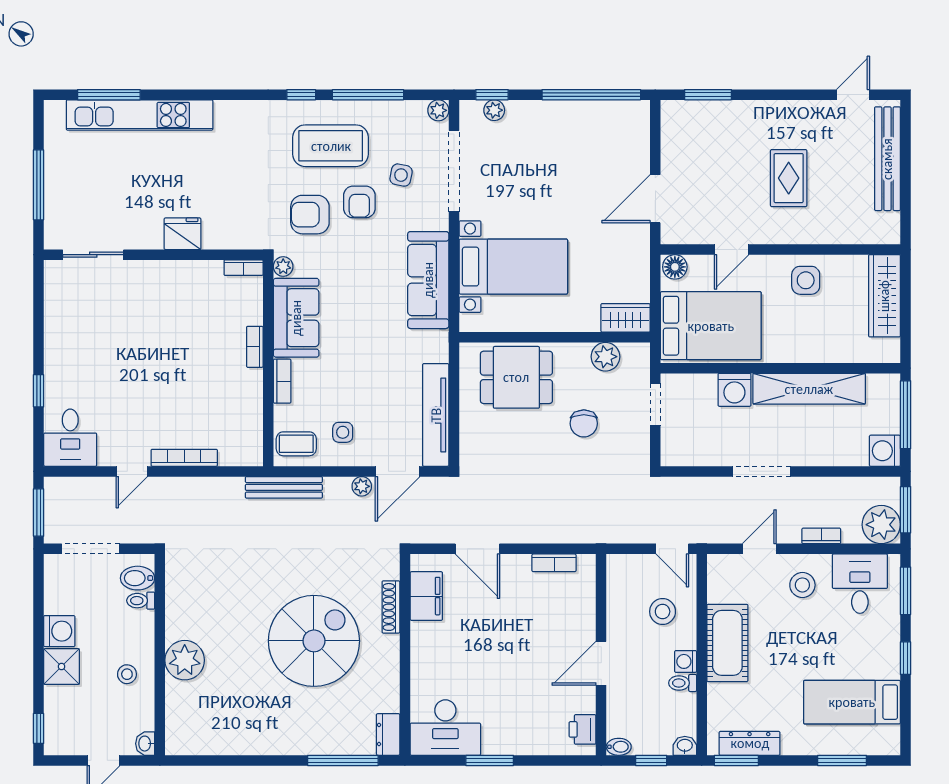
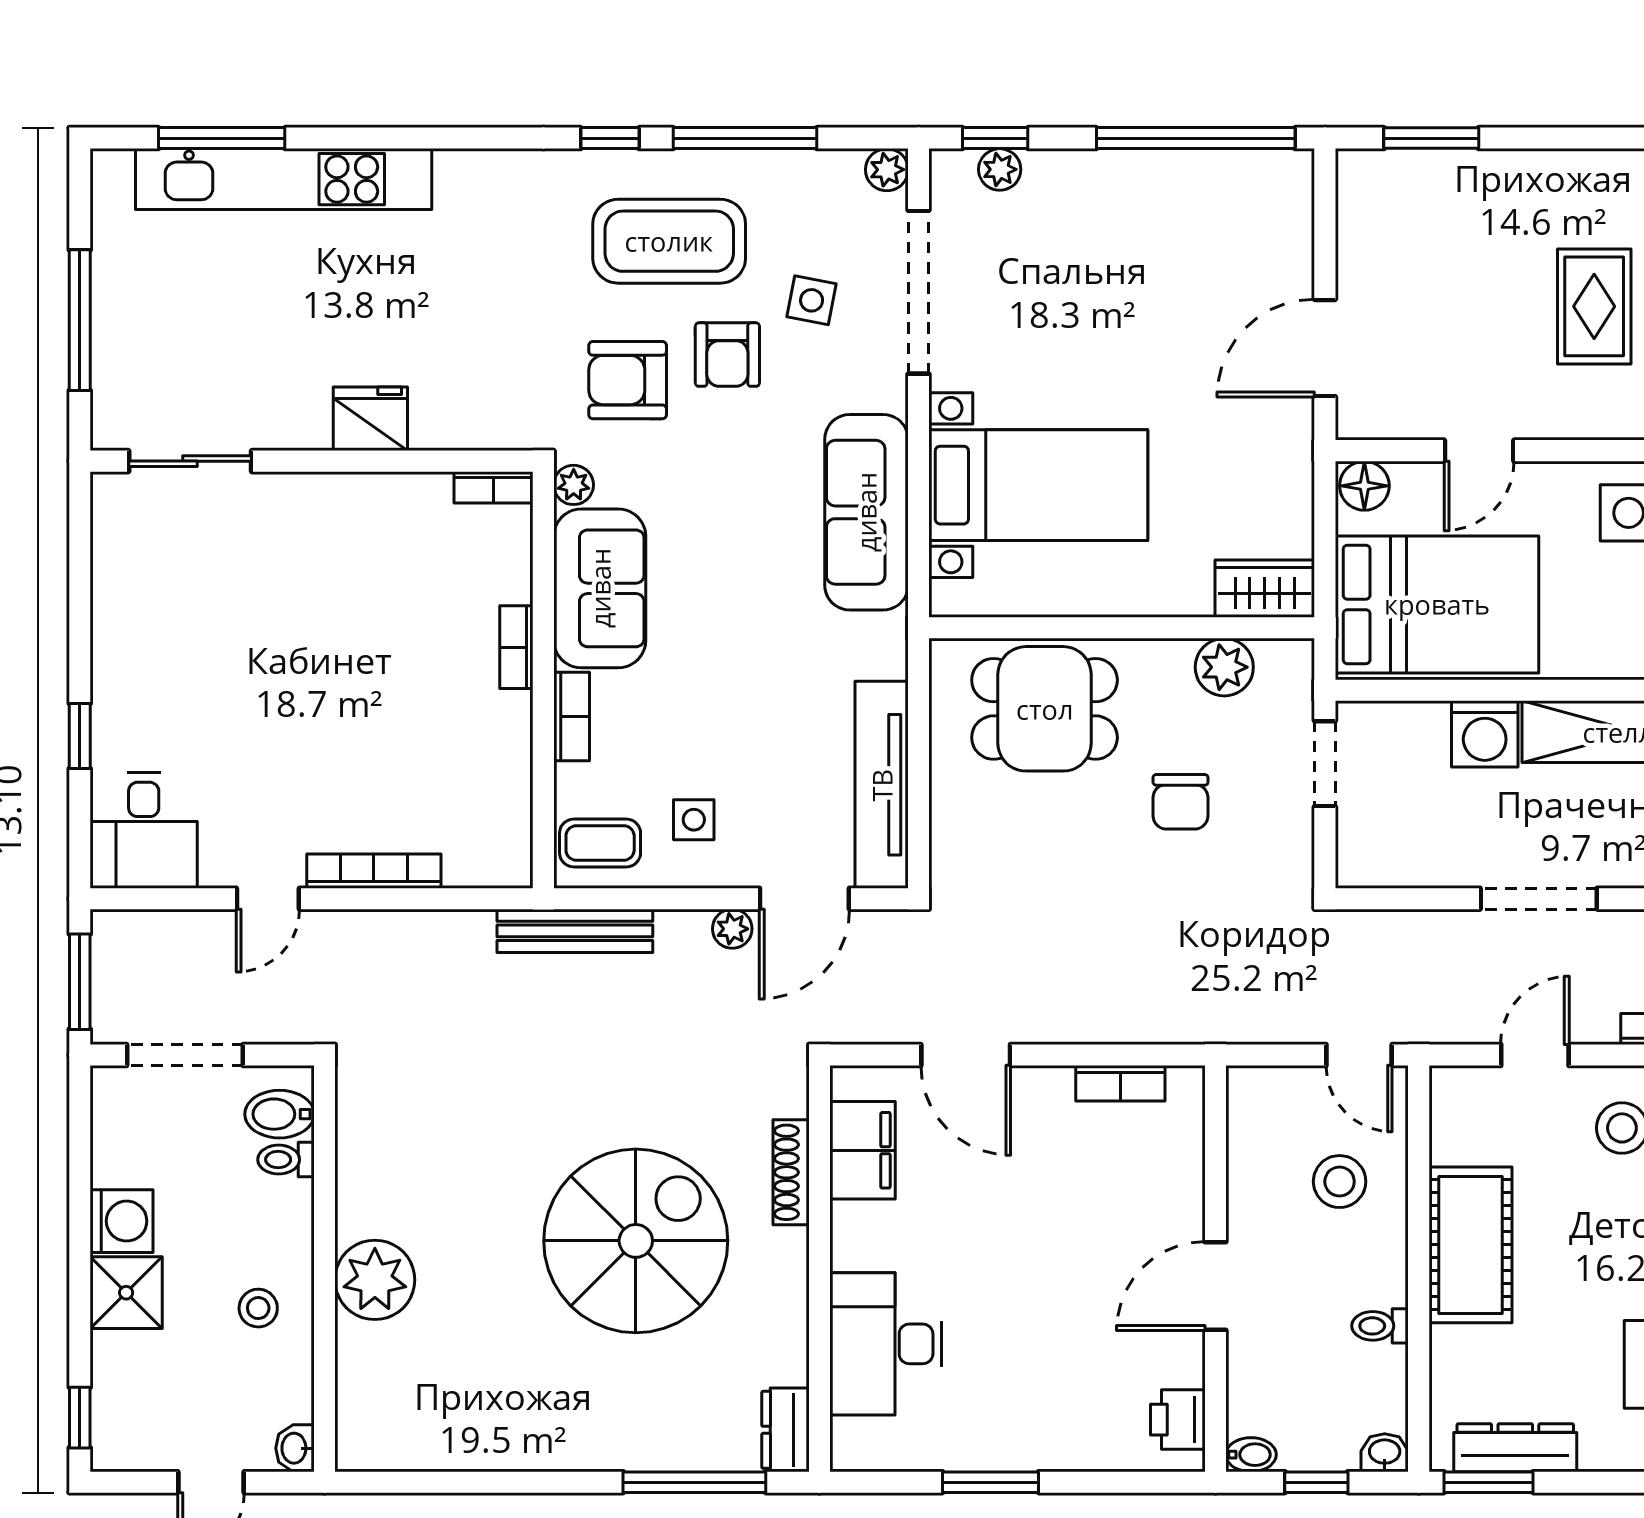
washing machine: (686, 661) -> (1386, 1282), removed
desk: (445, 728) -> (886, 1344), moved, turned 90

